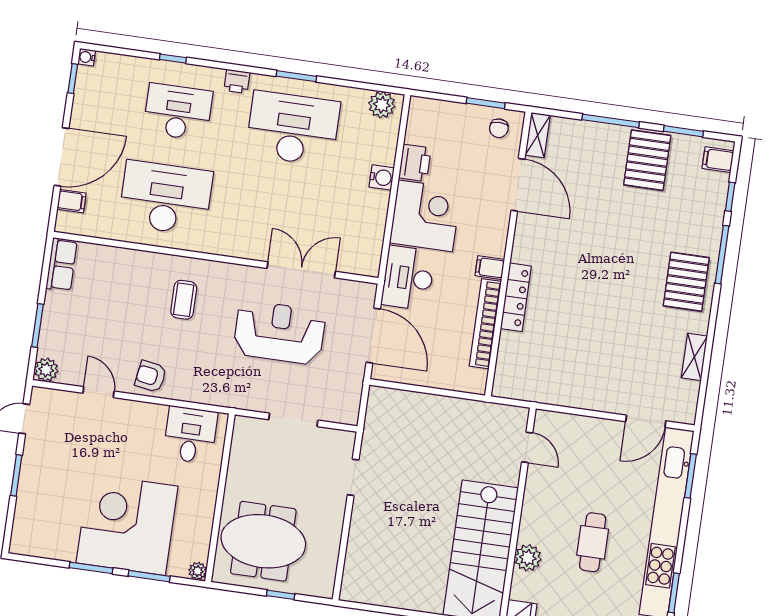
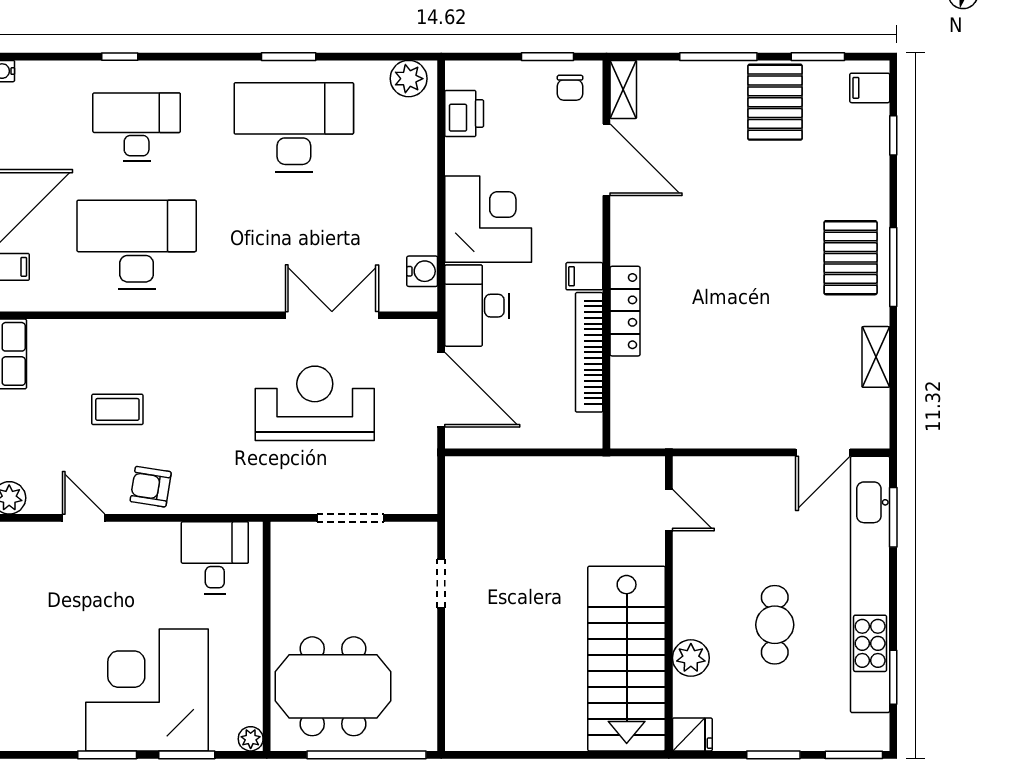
printer: (237, 81) -> (210, 75), removed
printer: (415, 163) -> (464, 113), moved
water cooler: (382, 177) -> (422, 271), moved
window: (722, 255) -> (893, 267), moved
coffee table: (184, 300) -> (117, 409), moved, turned 90
window: (281, 595) -> (366, 755), width x3.17

